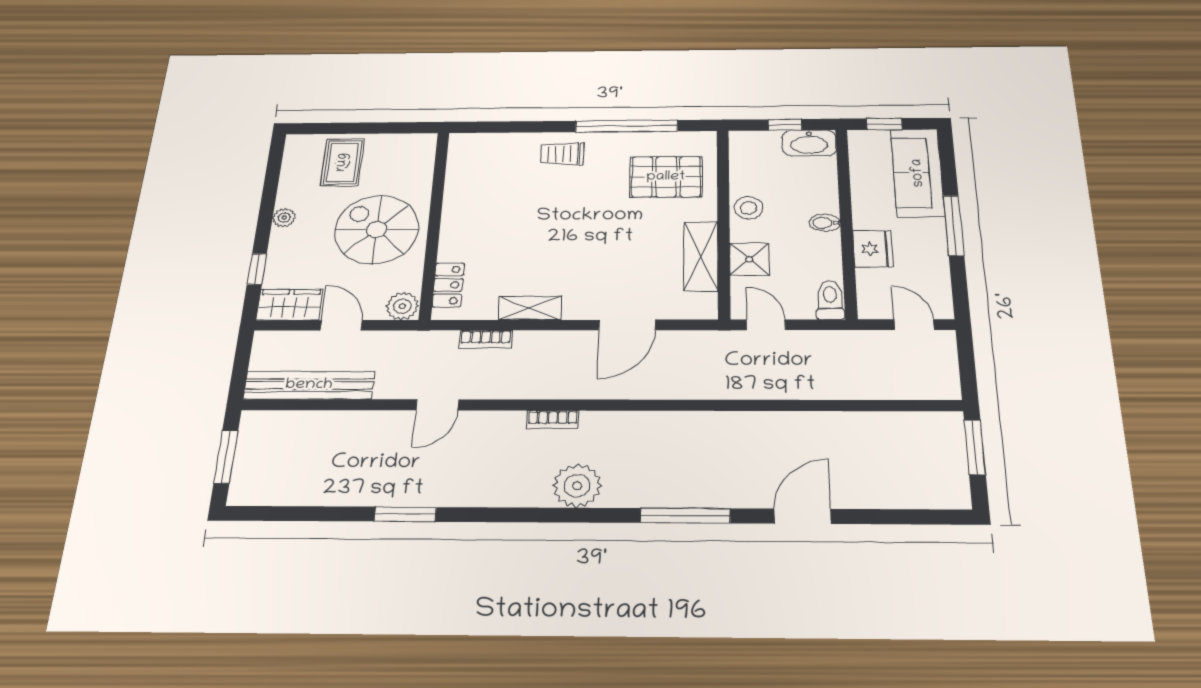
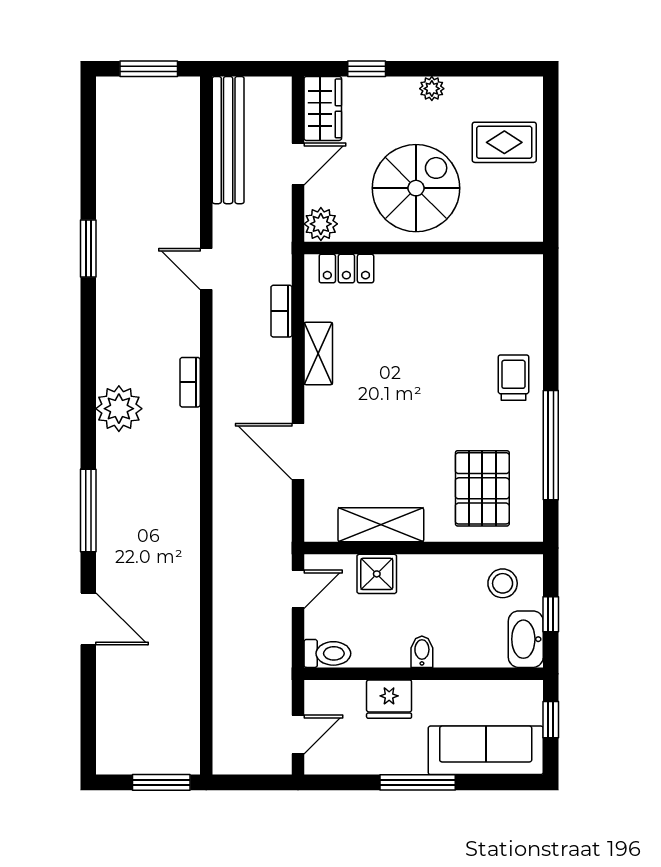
stool: (748, 208) -> (503, 583), moved

